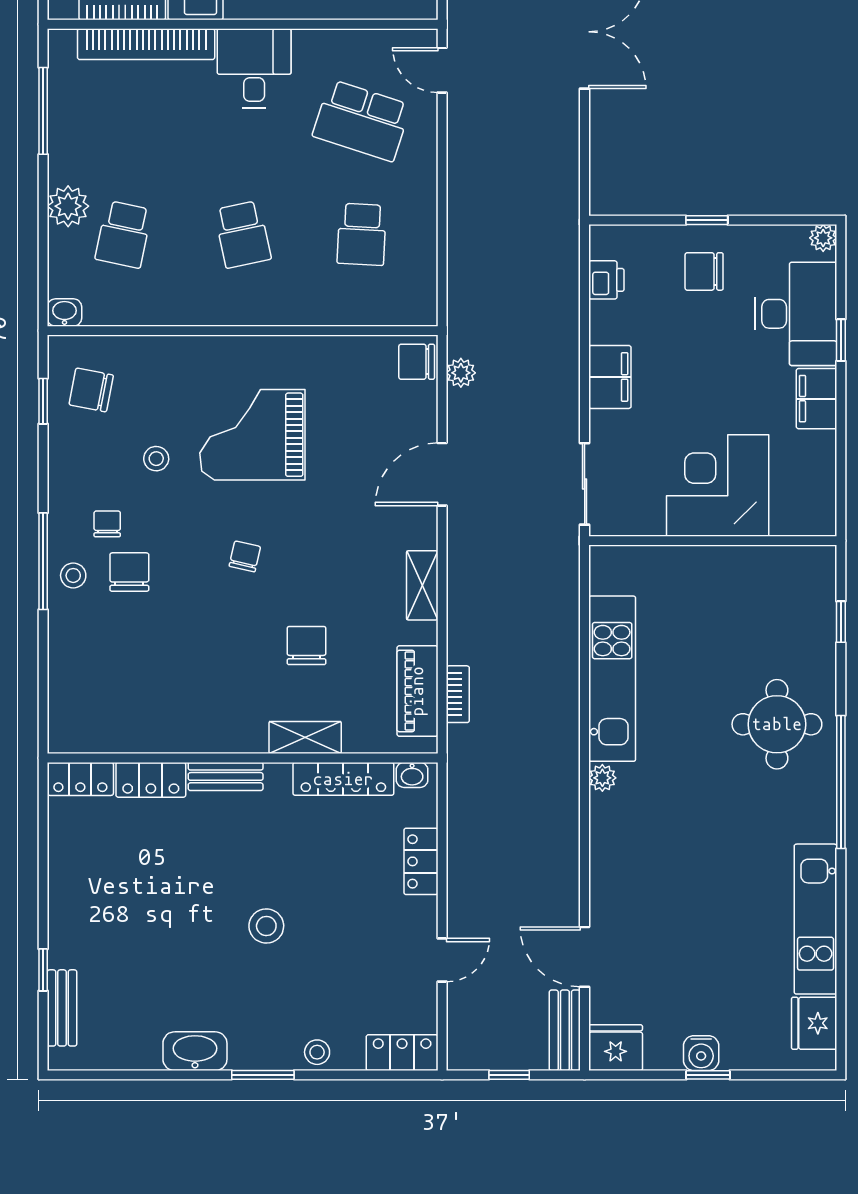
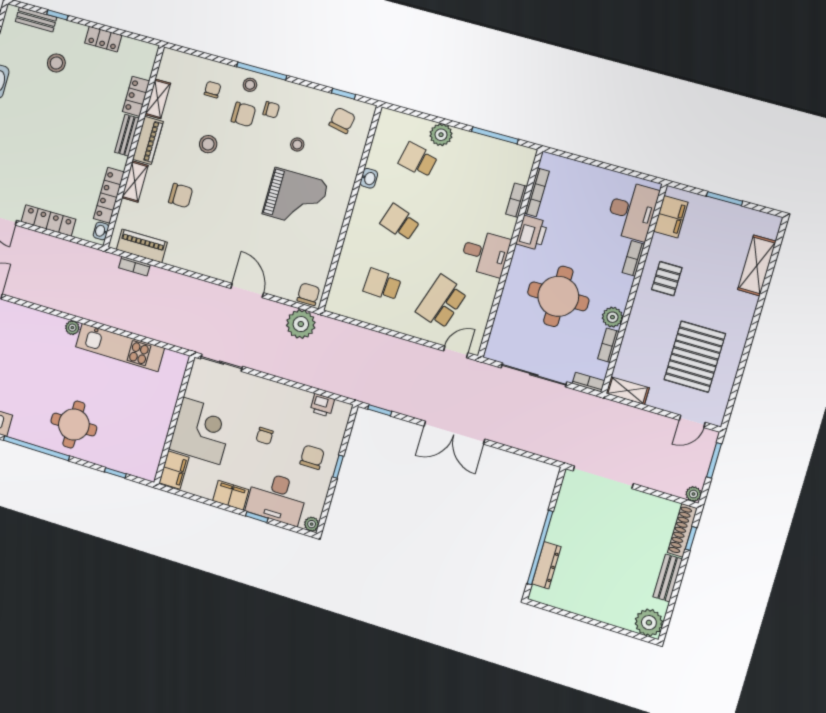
bookcase: (146, 44) -> (516, 200), width x0.43, depth x0.76
window: (585, 175) -> (380, 410), added
school desk: (243, 234) -> (400, 222), turned 30
washbasin: (64, 312) -> (369, 178), moved
chair: (692, 368) -> (265, 436), added
plant: (461, 373) -> (301, 324), width x1.88, depth x1.88
filing cabinet: (610, 377) -> (174, 470), moved, turned -90
grand piano: (252, 435) -> (295, 198), turned 90
chair: (245, 556) -> (213, 90), moved, turned -103
shelving: (422, 585) -> (158, 99), moved, turned 90
stool: (200, 622) -> (208, 144), added
piano: (224, 735) -> (148, 140), added
locker: (80, 779) -> (103, 39), moved, turned -90
locker: (421, 861) -> (48, 221), width x1.53
stool: (266, 926) -> (56, 63), moved

